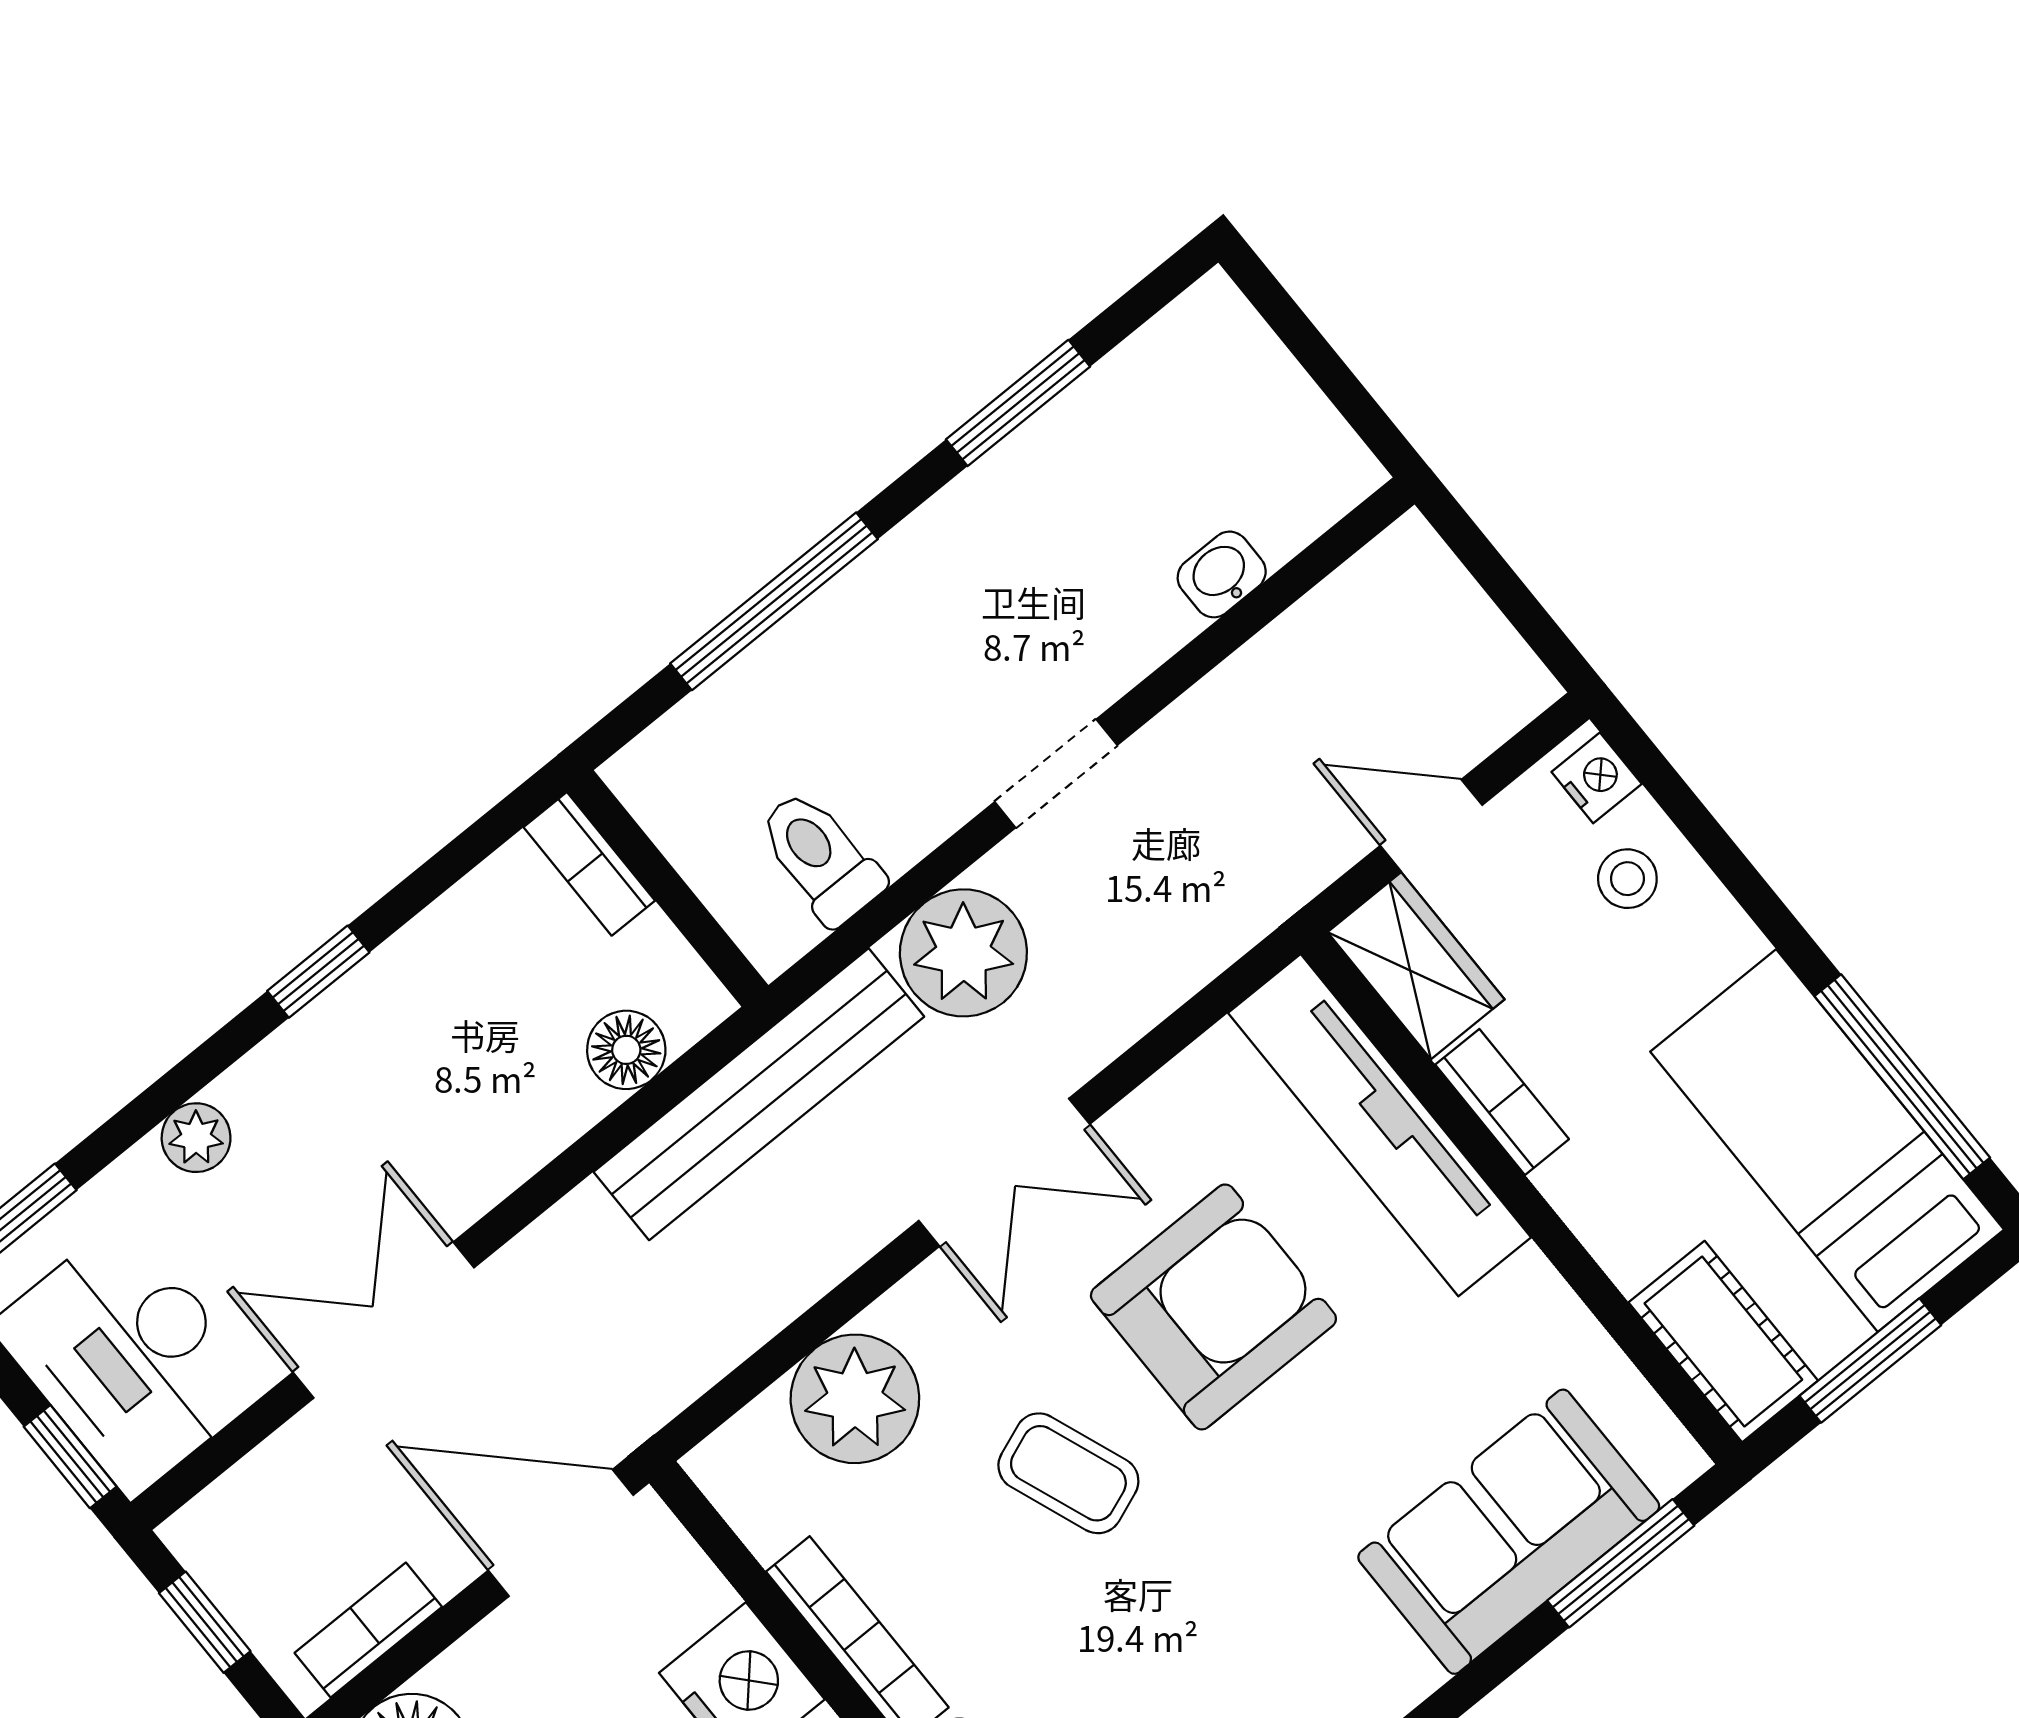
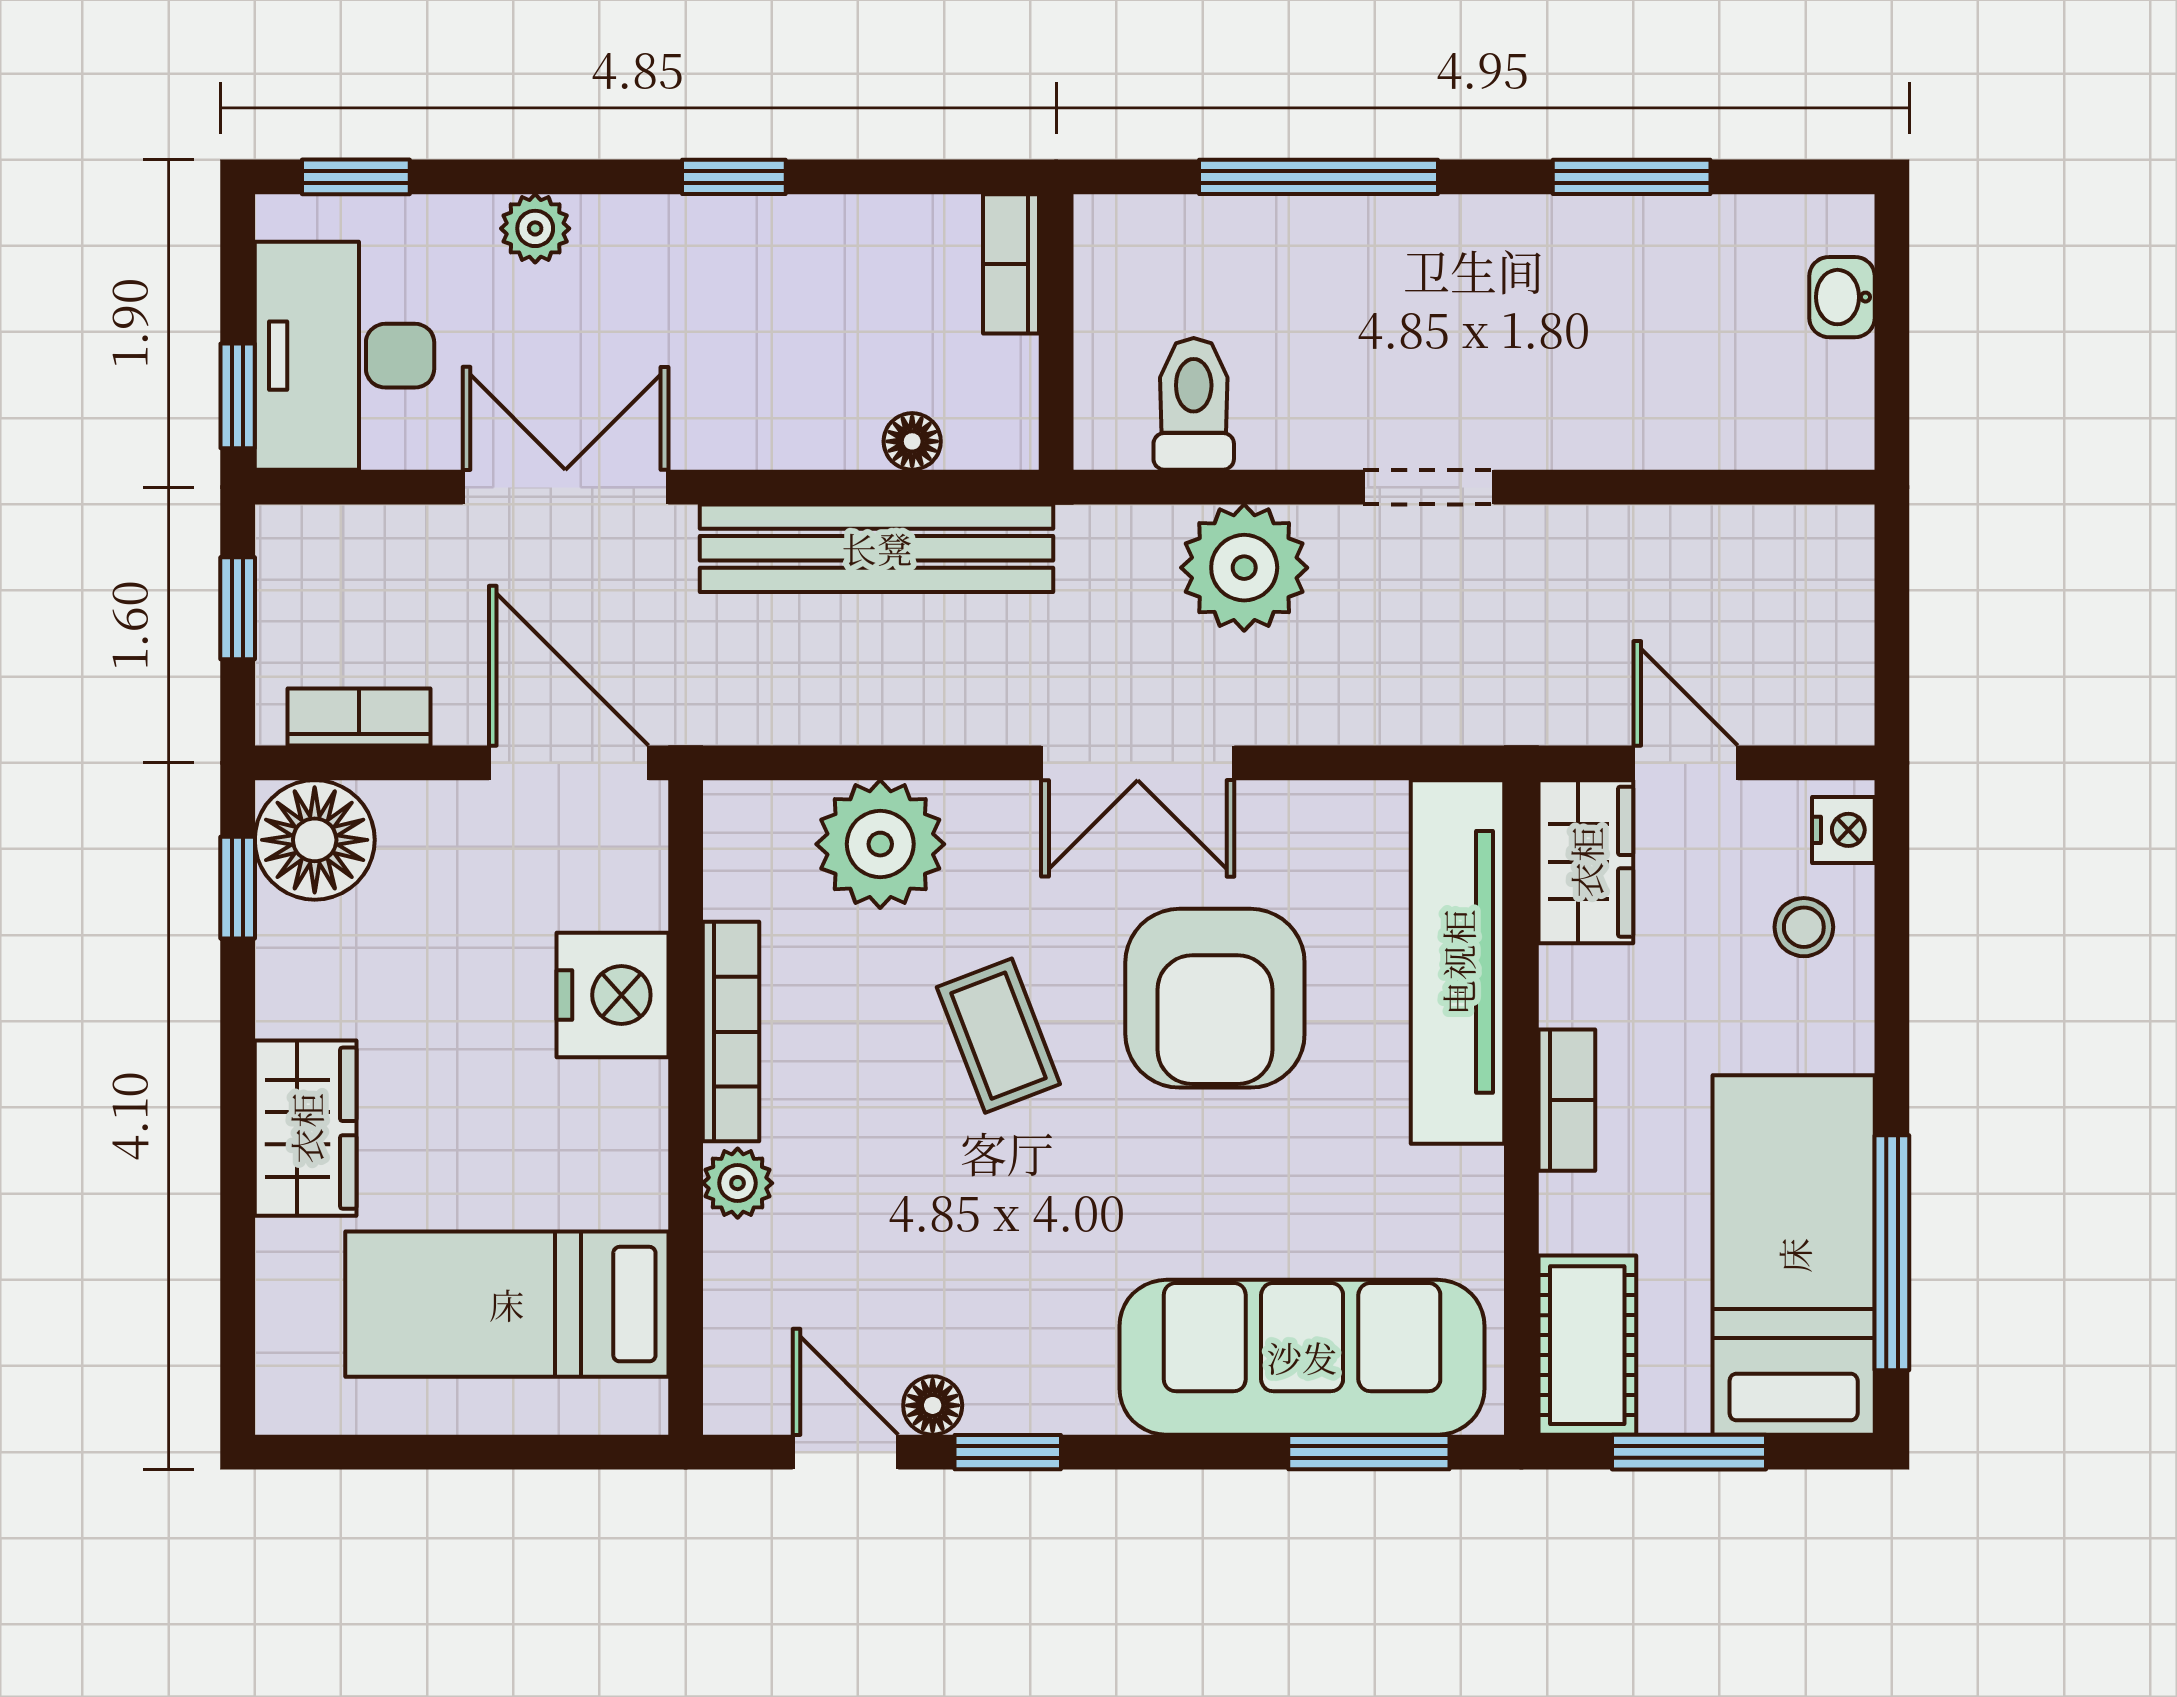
washbasin: (1222, 574) -> (1842, 297), moved, turned -90
floor lamp: (626, 1050) -> (912, 441), width x0.73, depth x0.73
bench: (759, 1094) -> (877, 548), moved
bookcase: (1502, 1102) -> (1567, 1100), moved
armchair: (1213, 1307) -> (1215, 998), turned 90
sofa: (1509, 1532) -> (1302, 1357), width x1.36

